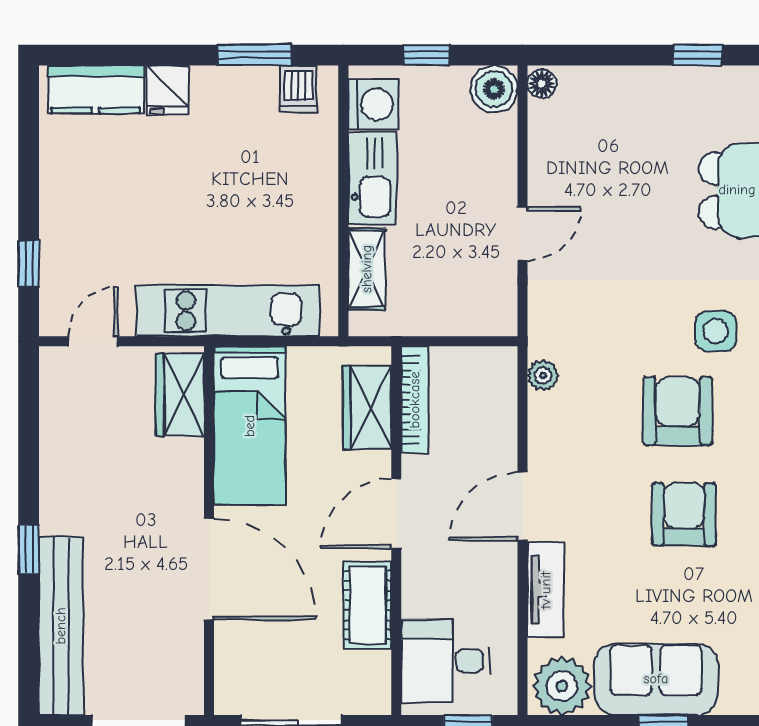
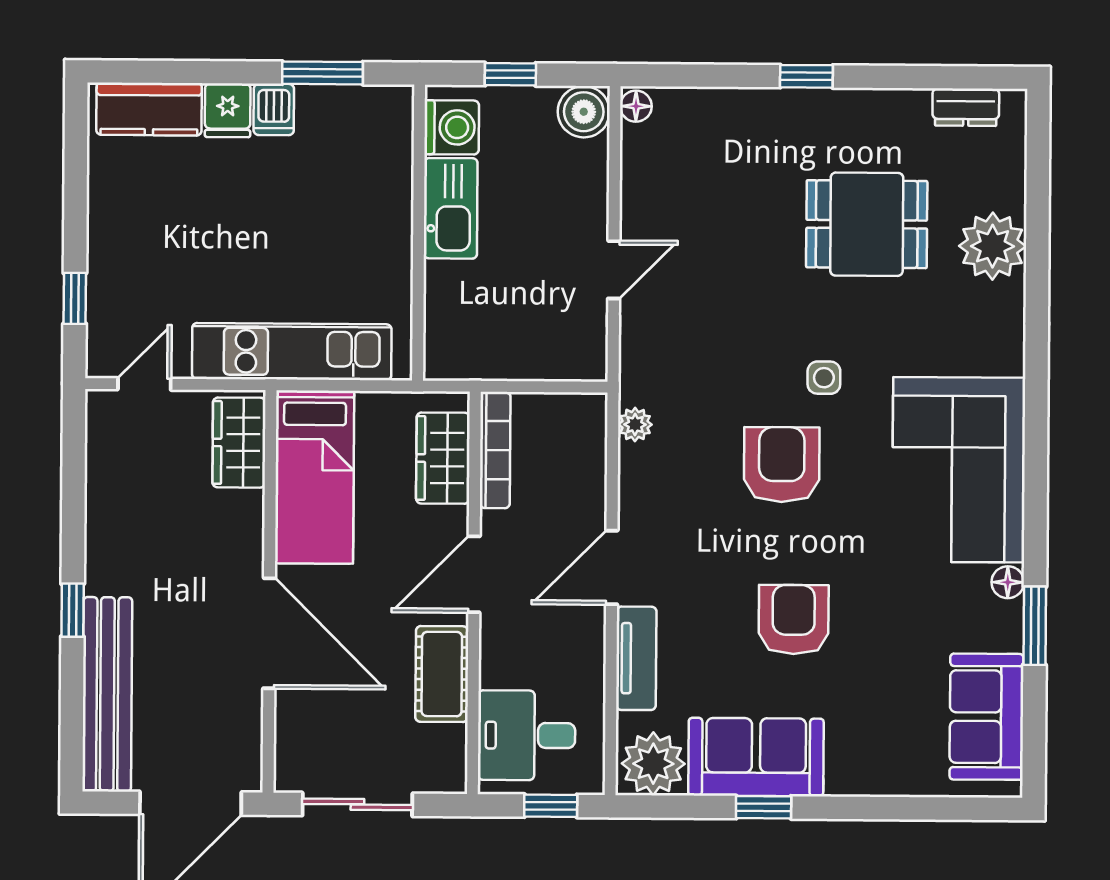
dishwasher: (298, 89) -> (274, 109), moved
shelving: (367, 269) -> (444, 307), removed
side table: (716, 331) -> (824, 378), width x0.73, depth x0.73
armchair: (684, 514) -> (794, 620), moved

